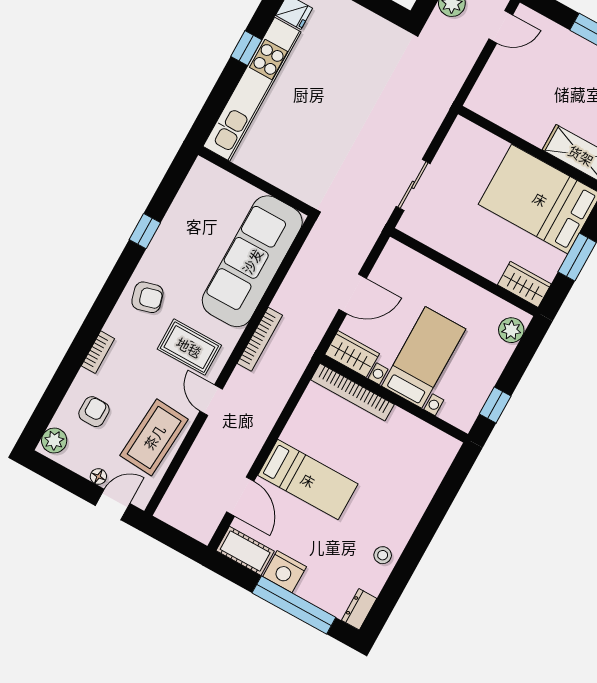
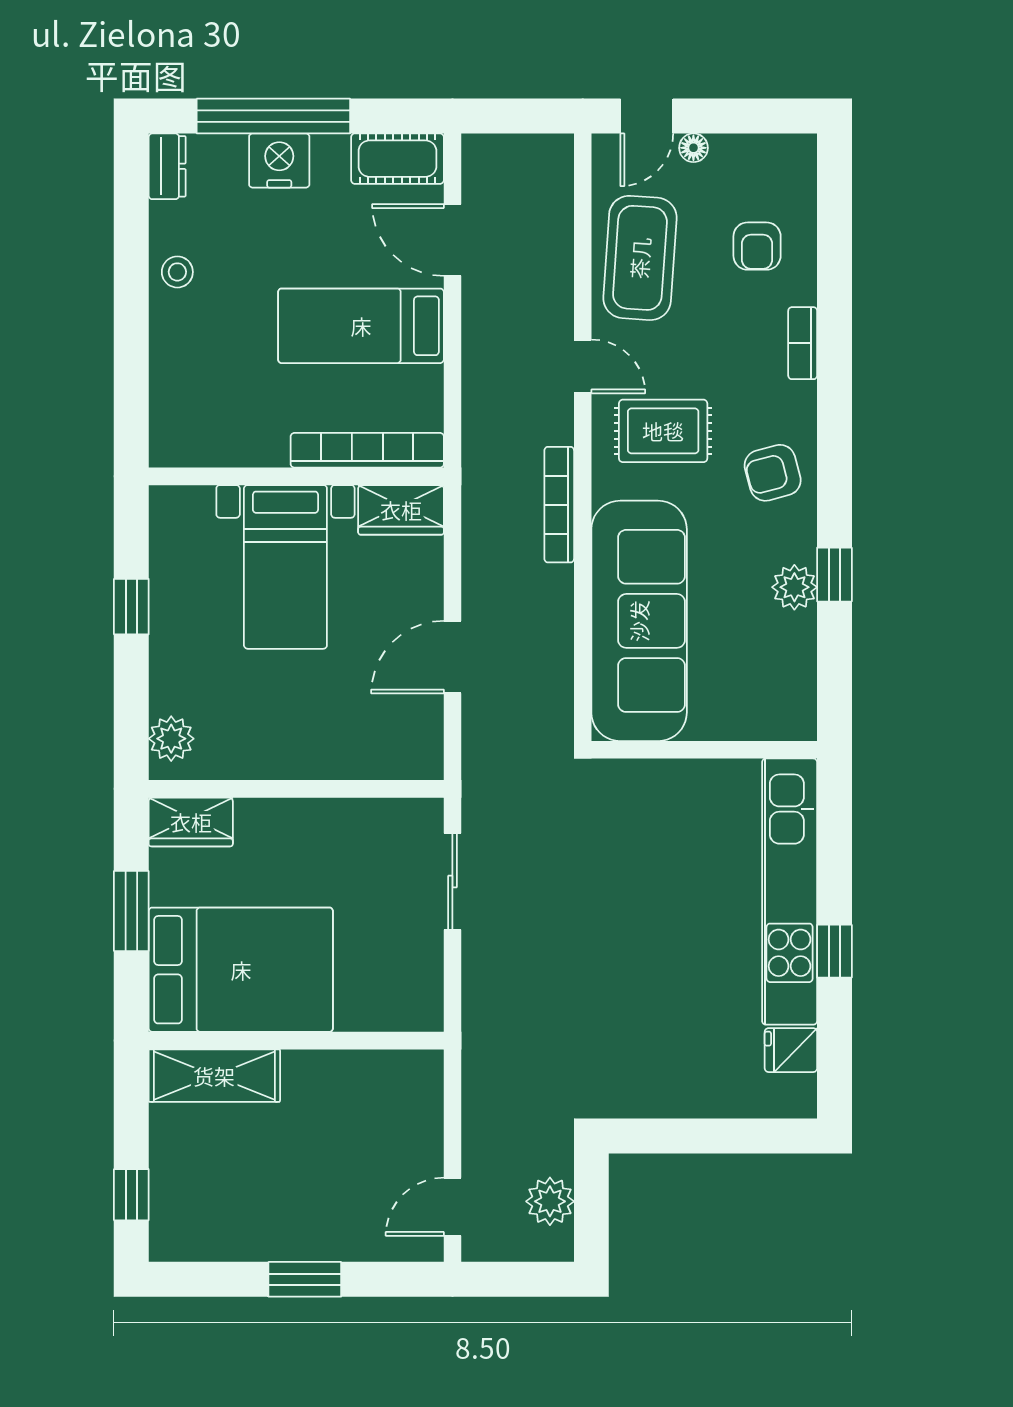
wardrobe: (352, 354) -> (401, 510), moved
bed with nightstands: (424, 357) -> (285, 567), moved
bookcase: (352, 392) -> (367, 450), moved
wall: (394, 399) -> (296, 476), moved
plant: (54, 440) -> (794, 587), moved
nightstand: (285, 572) -> (279, 161), moved

